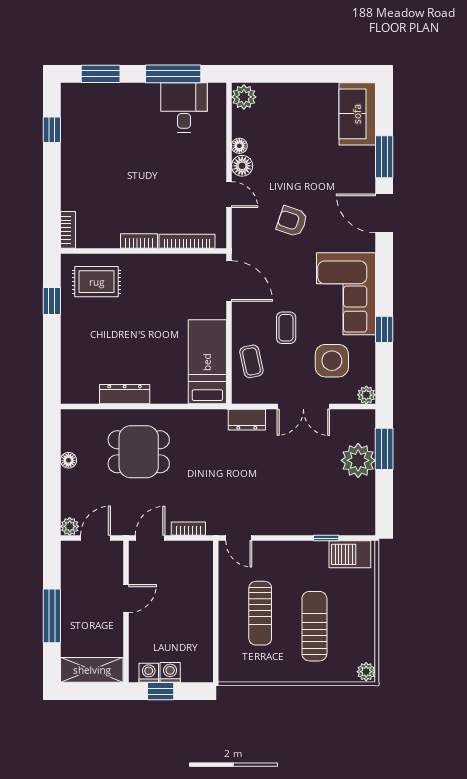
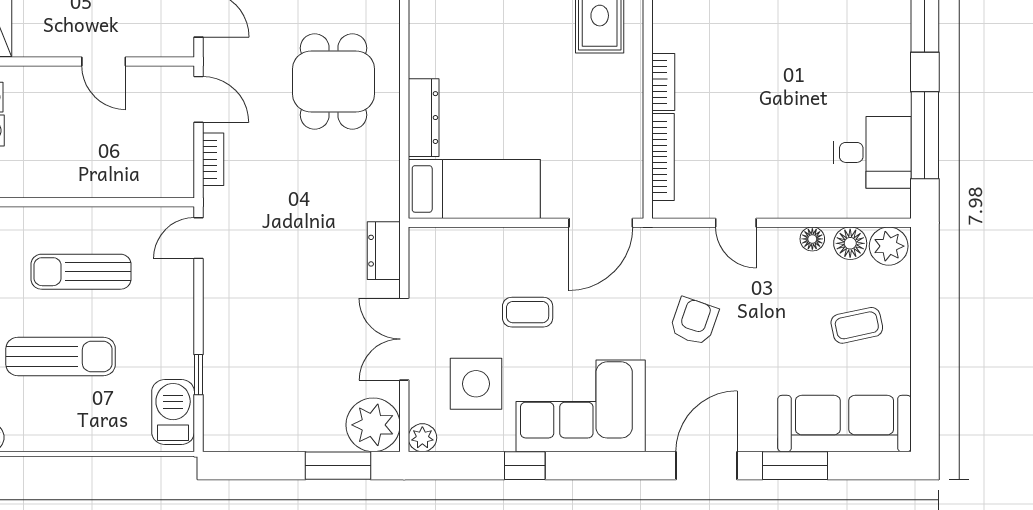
sofa: (357, 114) -> (844, 424), width x1.36
floor lamp: (242, 166) -> (850, 243), moved
door: (229, 195) -> (736, 223), hinge flipped
coffee table: (251, 361) -> (857, 325), moved
dresser: (125, 394) -> (424, 118), moved
plant: (358, 460) -> (373, 425), moved

